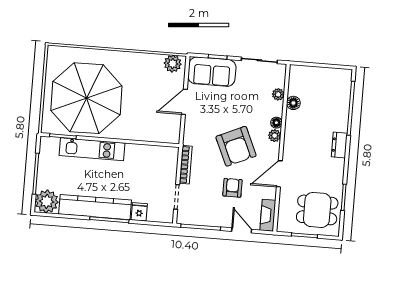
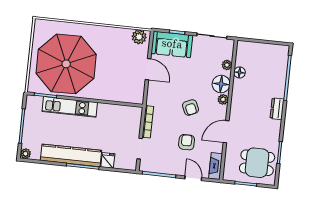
door: (184, 102) -> (148, 69), swing flipped
floor lamp: (276, 123) -> (221, 84), width x1.89, depth x1.89
armchair: (236, 146) -> (190, 108), width x0.53, depth x0.53
plant: (47, 201) -> (25, 154), width x0.53, depth x0.53

